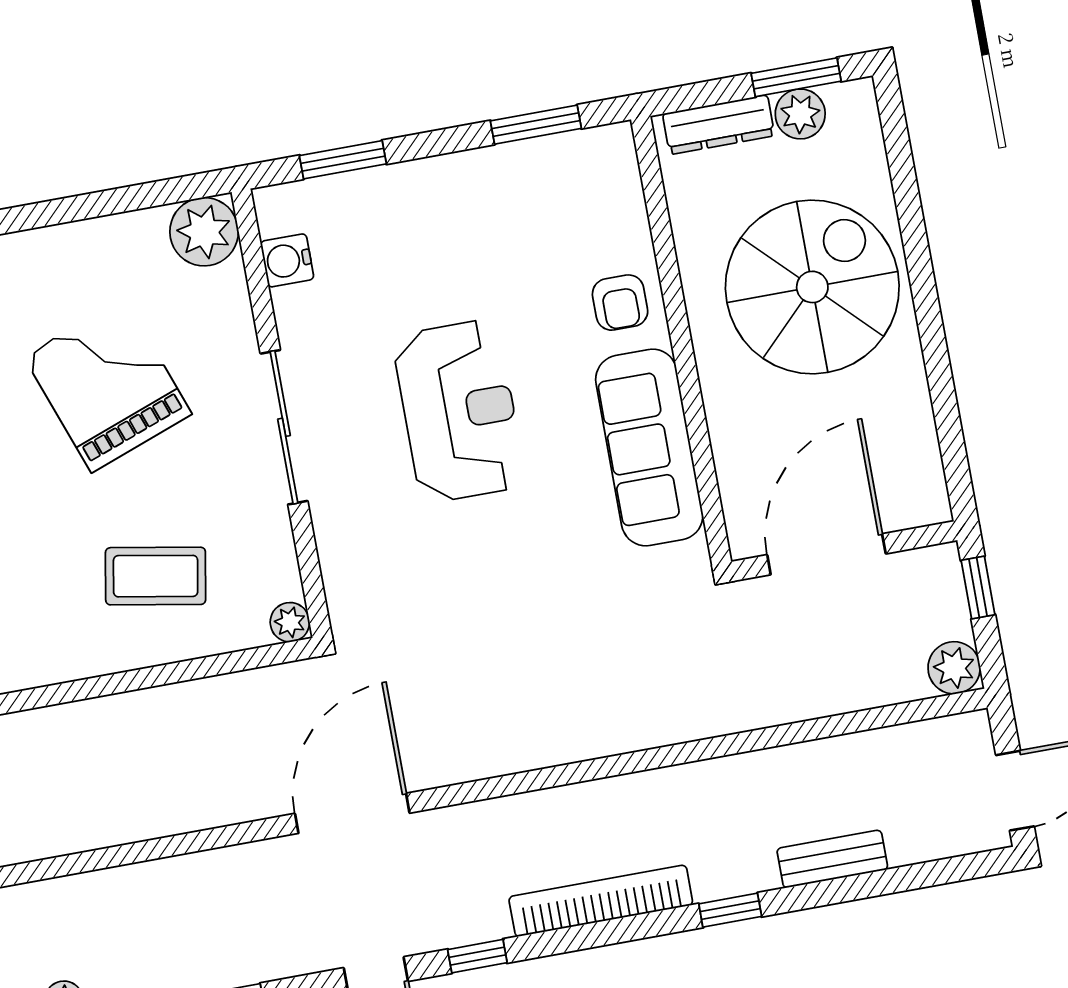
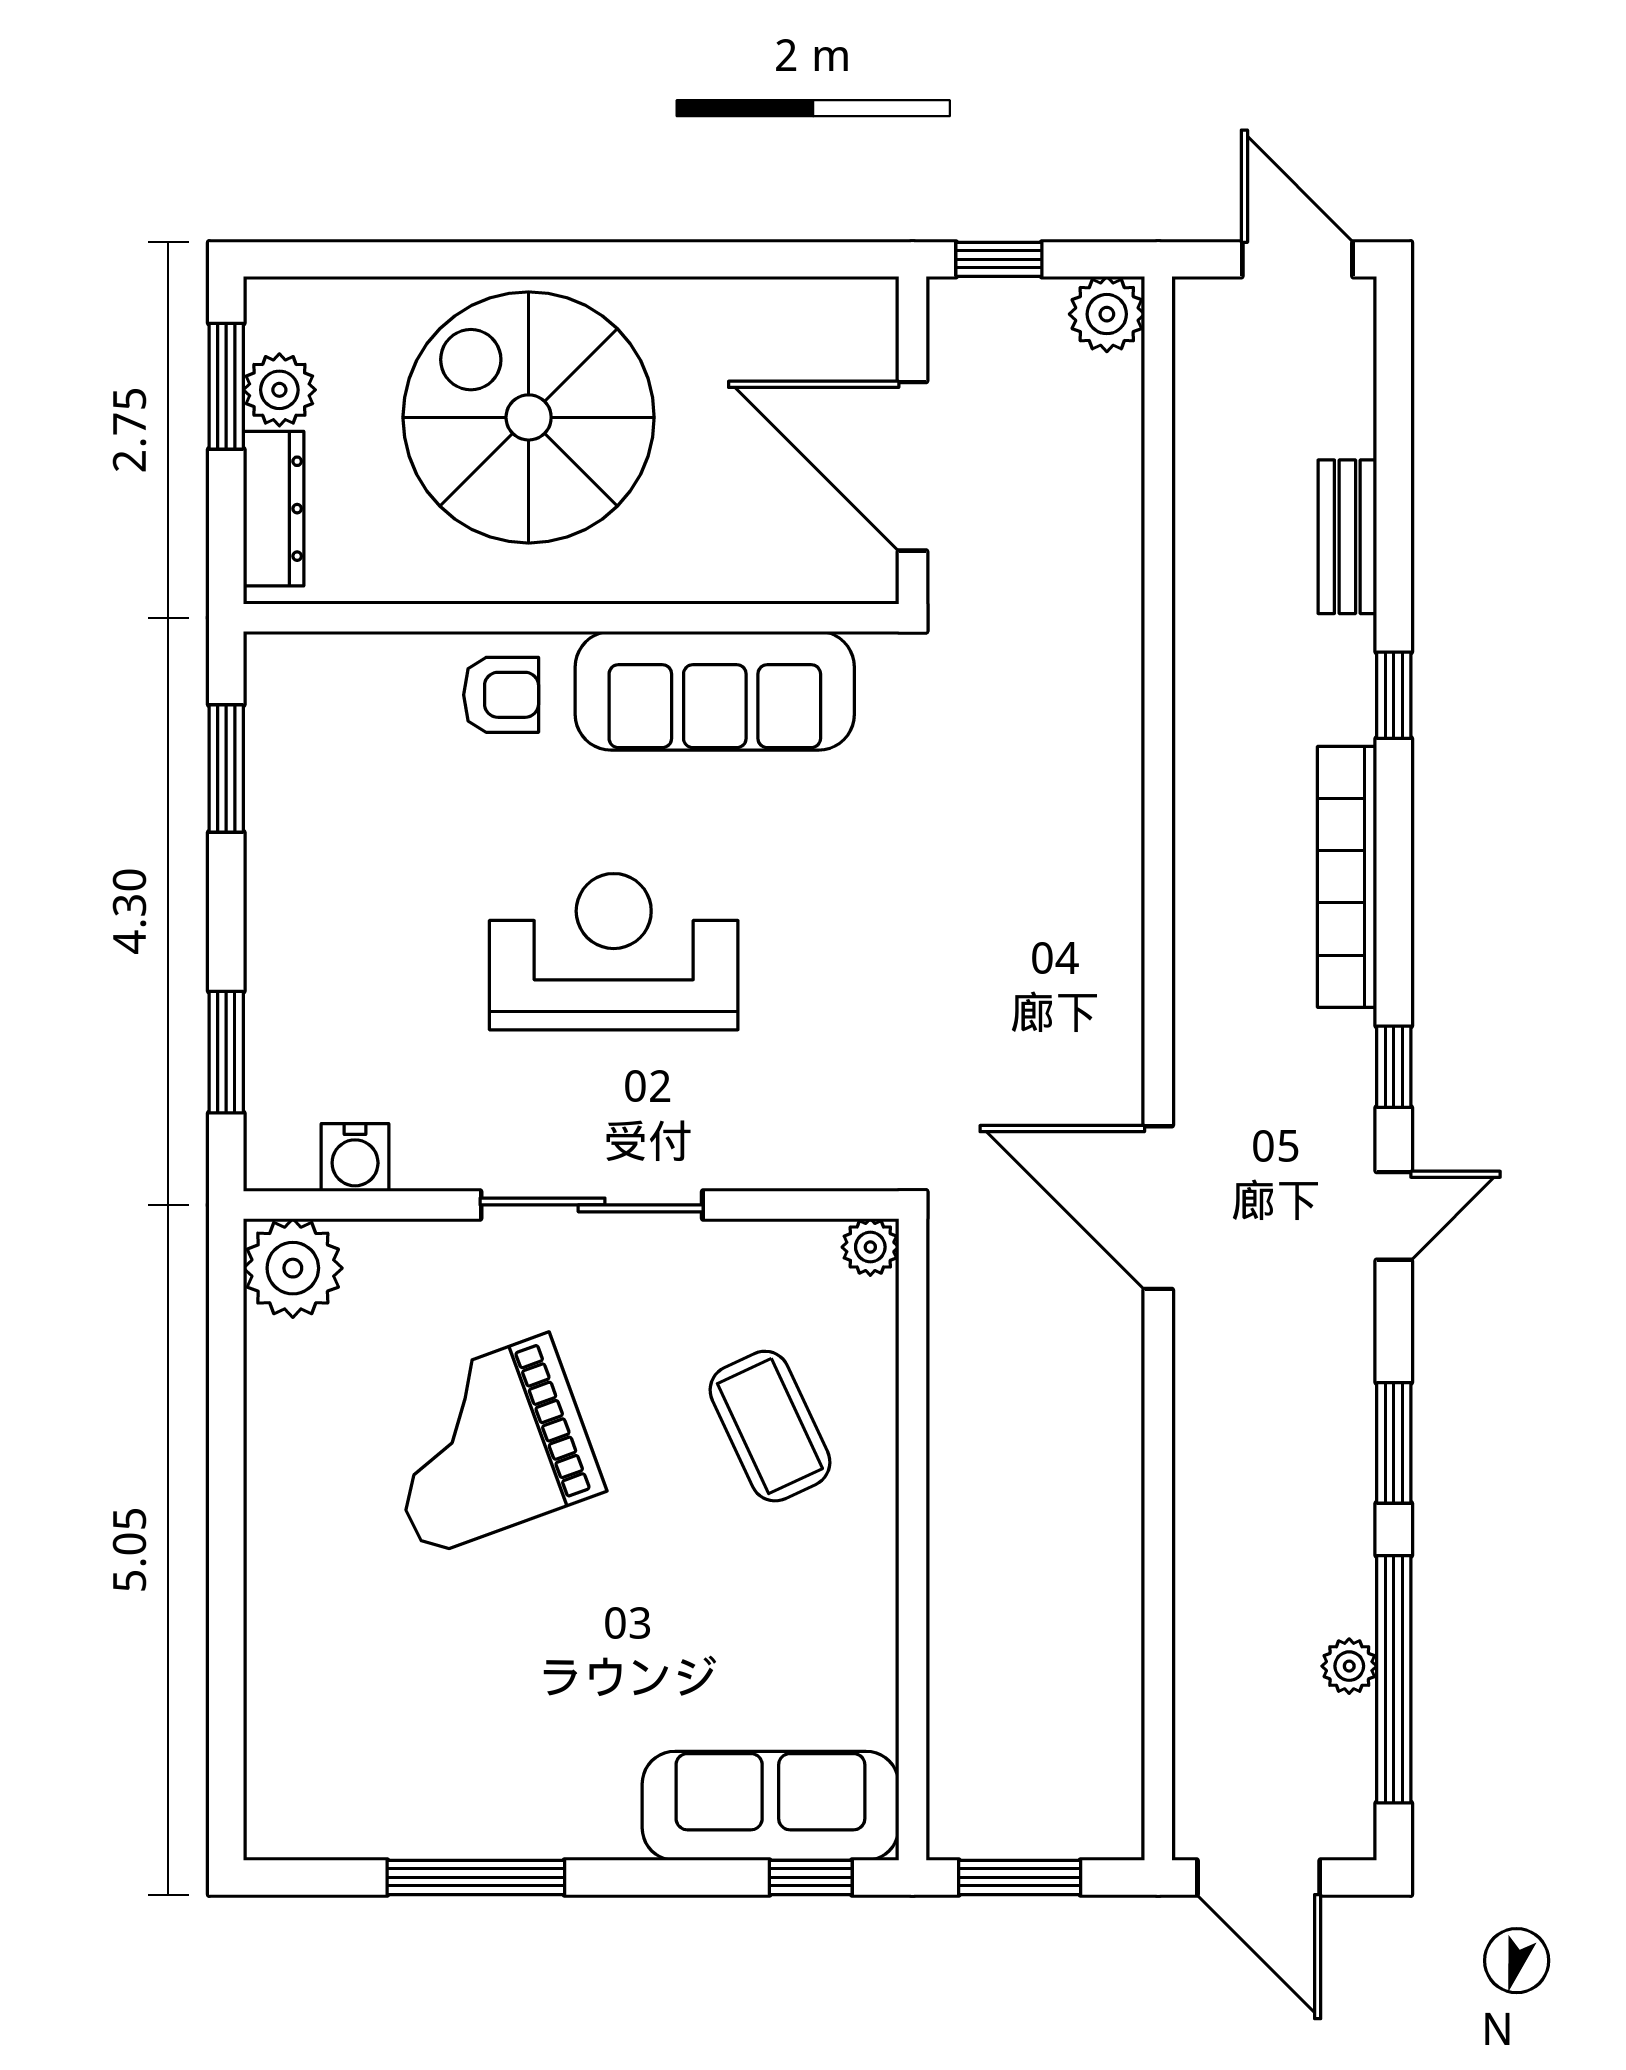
coffee table: (156, 576) -> (770, 1426), turned -35

